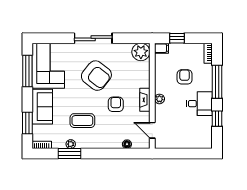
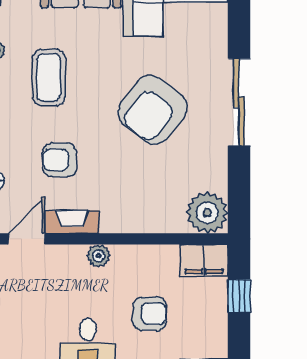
filing cabinet: (161, 48) -> (204, 260), width x2.00
fireplace: (145, 100) -> (72, 222), moved
armchair: (116, 104) -> (60, 160), moved, turned 180

